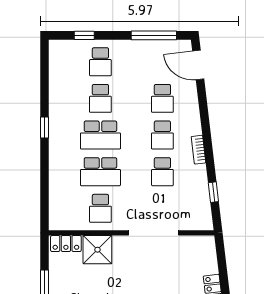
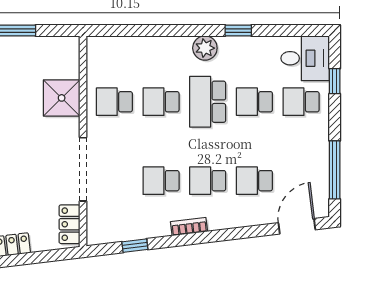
desk: (66, 59) -> (305, 58), added
window: (45, 128) -> (238, 31), moved
plant: (58, 137) -> (205, 48), added
school desk: (100, 172) -> (161, 102), width x0.54
locker: (66, 244) -> (69, 224), moved

